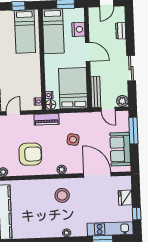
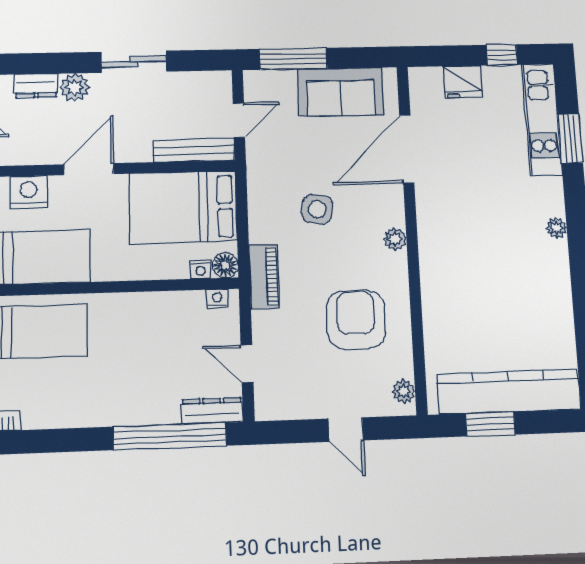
plant: (122, 101) -> (75, 87), moved
stool: (62, 195) -> (461, 238), removed

